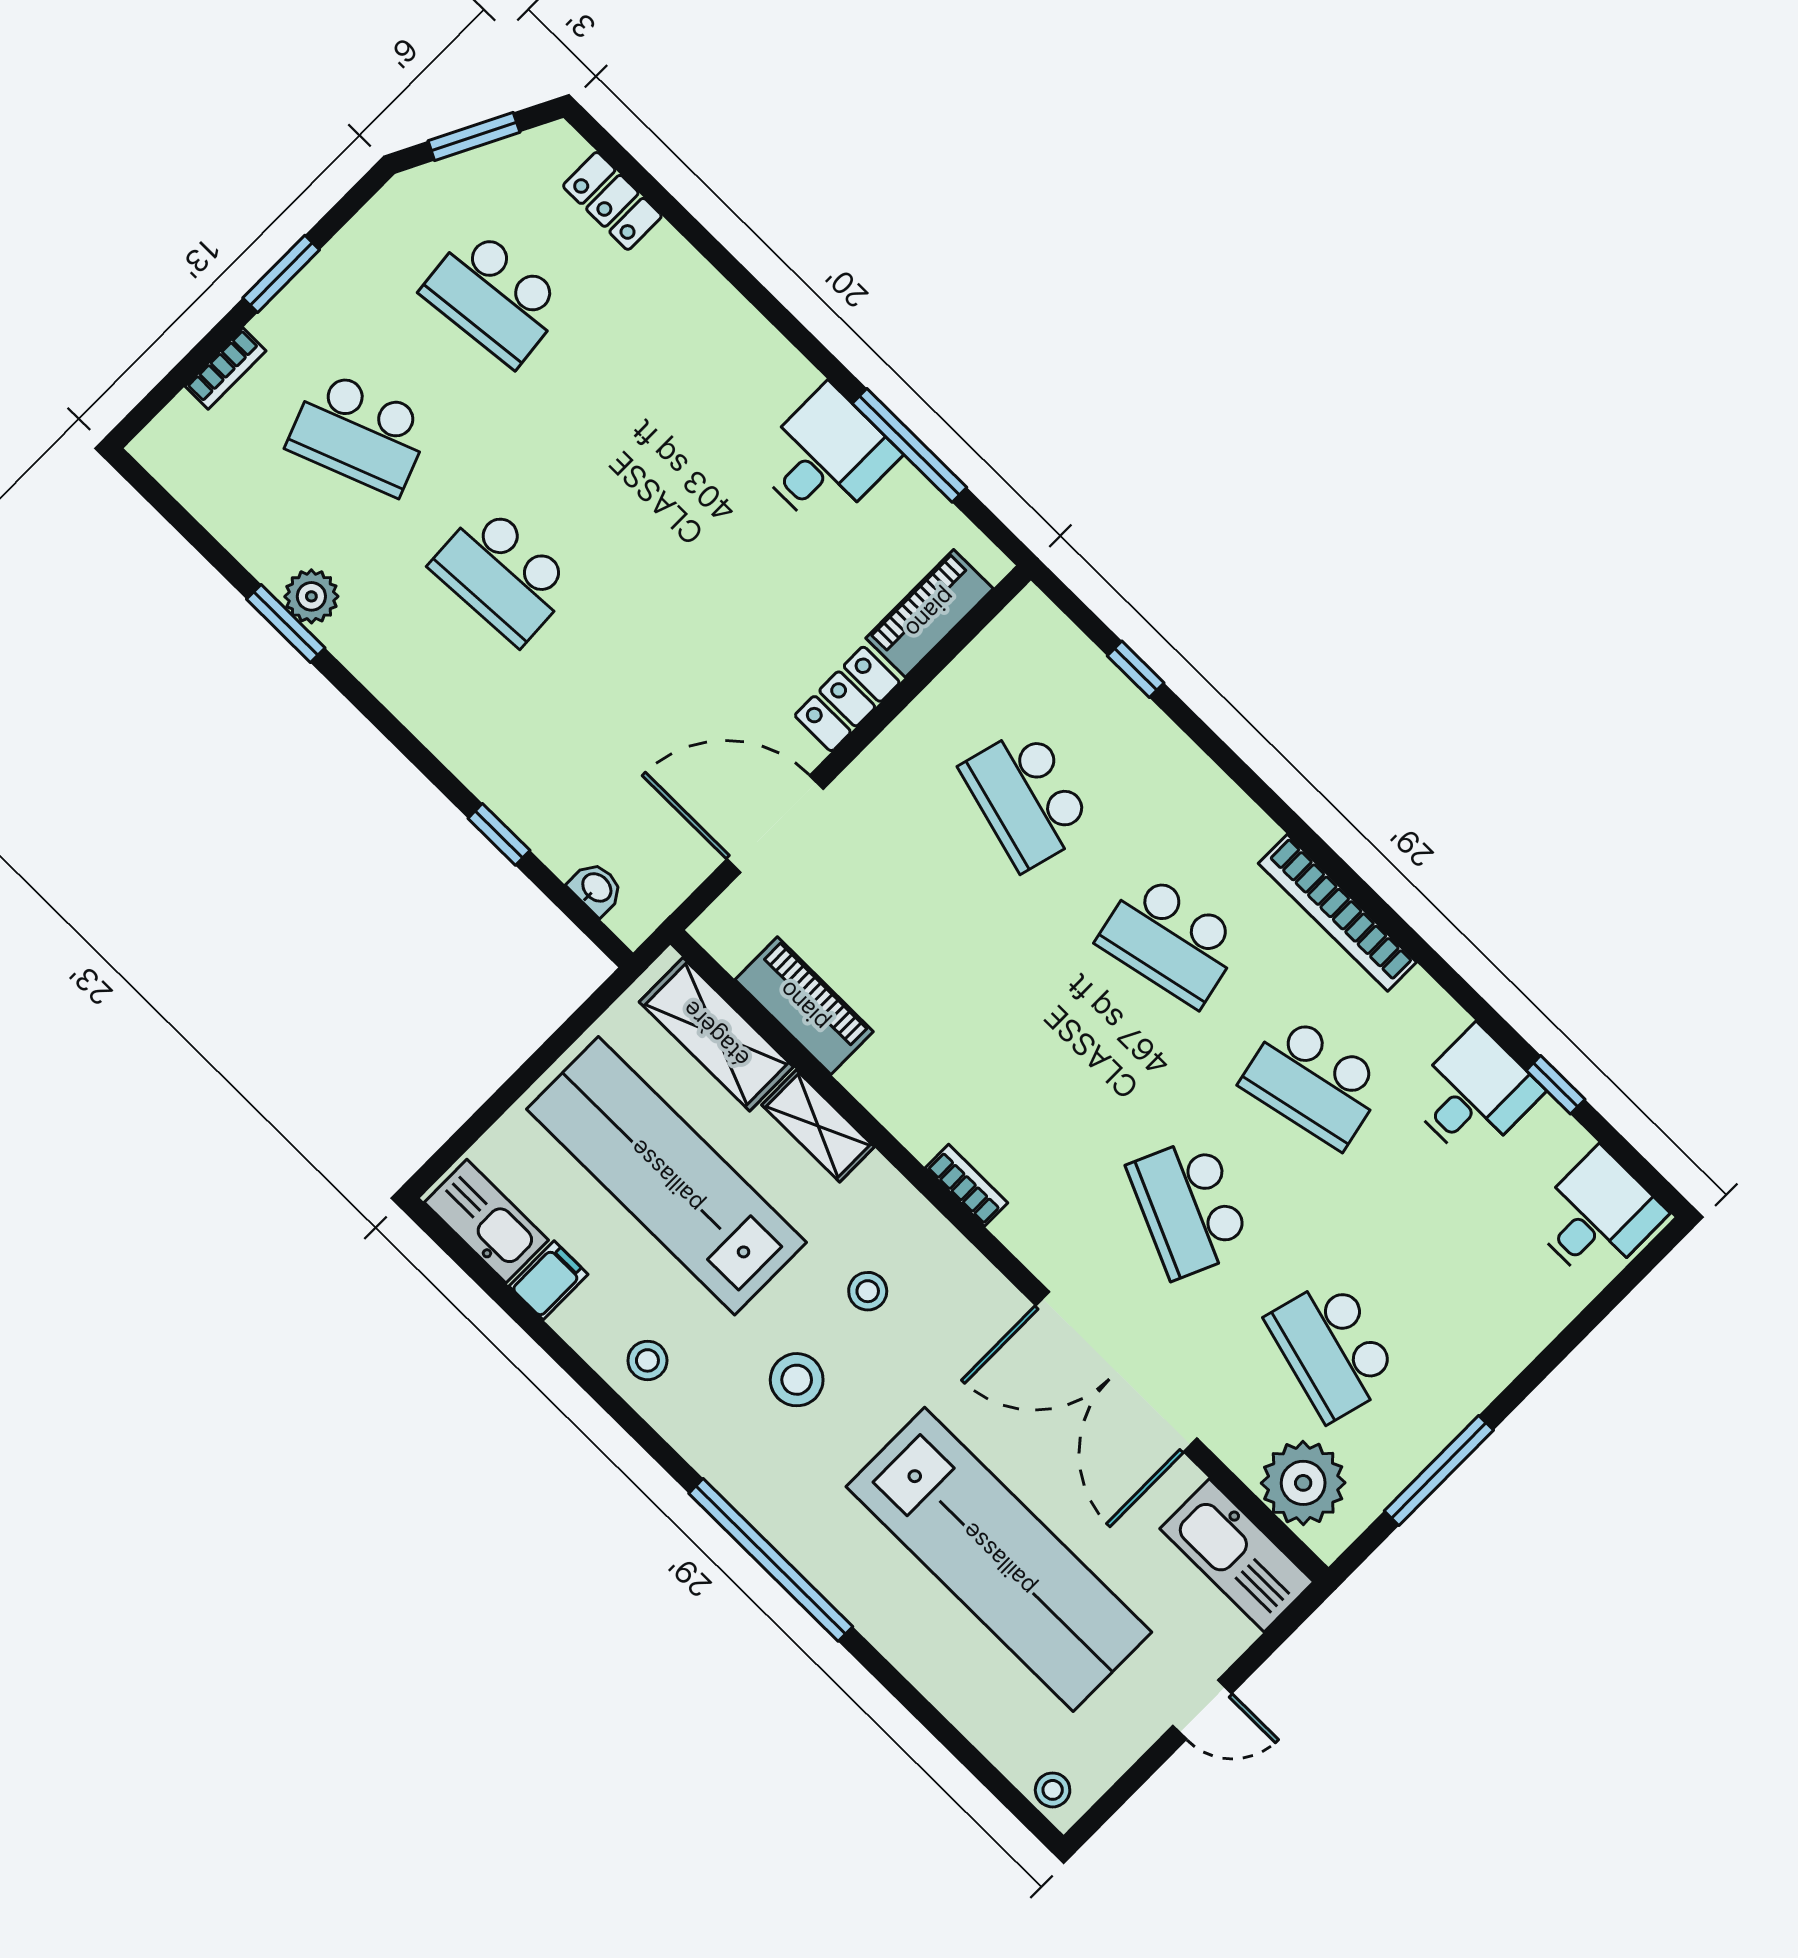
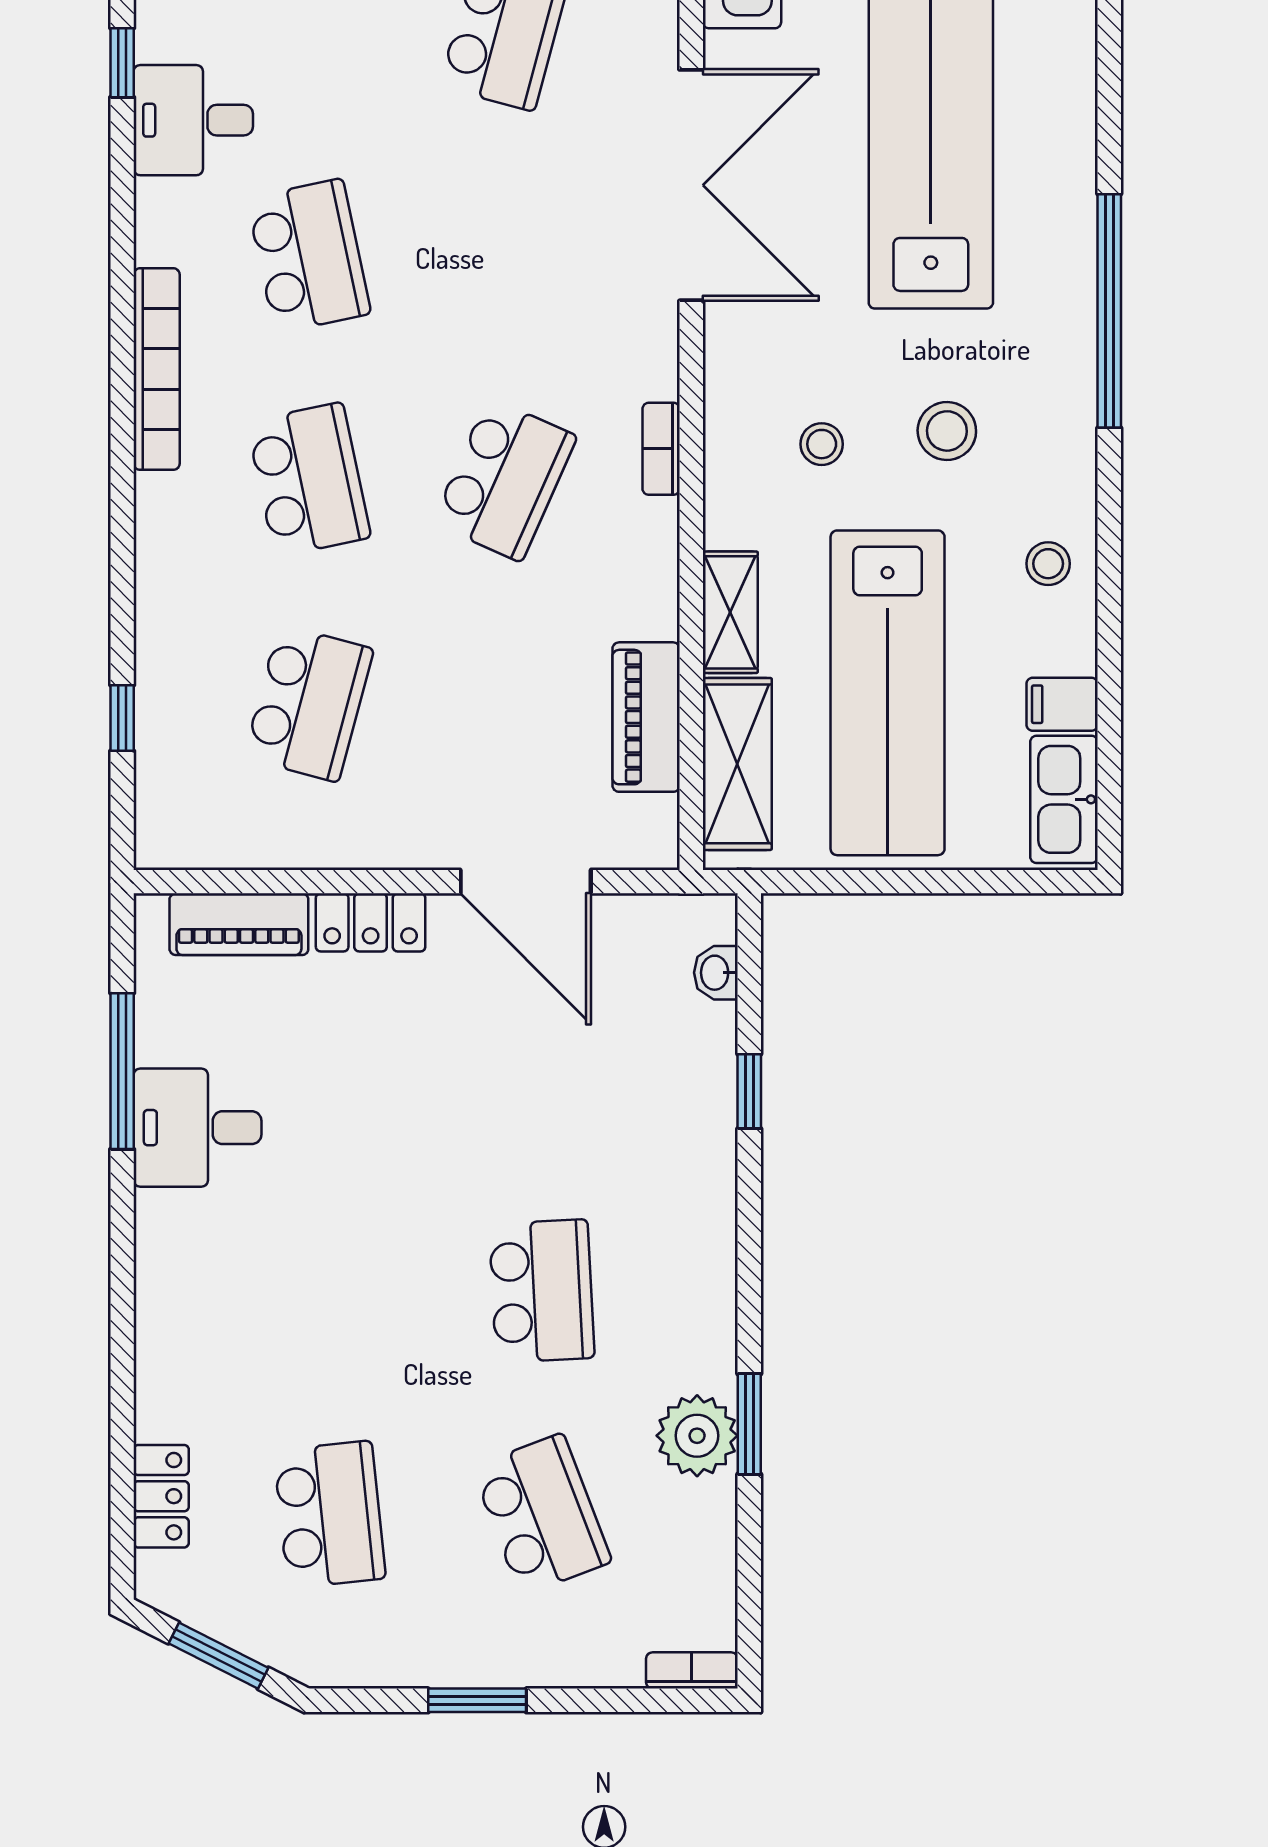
bookcase: (225, 369) -> (692, 1670), moved
plant: (311, 596) -> (697, 1436), width x1.36, depth x1.36
school desk: (1189, 1207) -> (505, 480), moved

